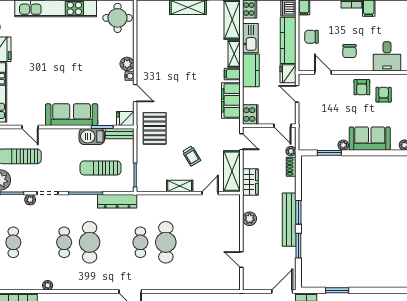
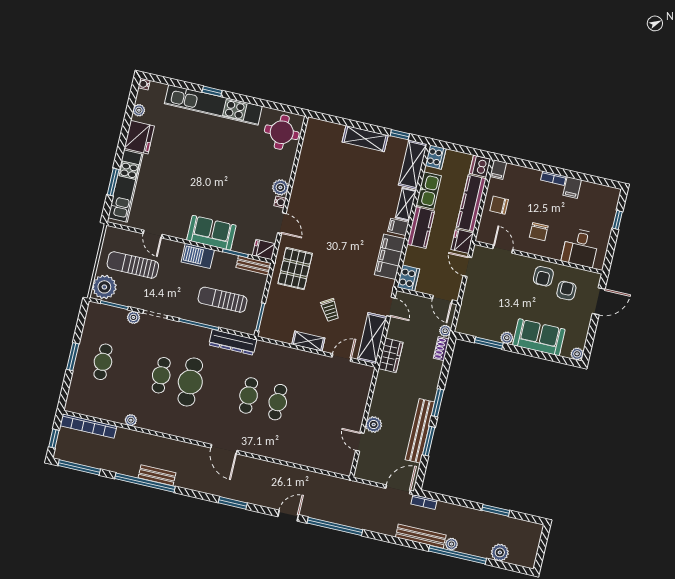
sofa: (72, 115) -> (211, 233), width x0.73
barbecue: (92, 136) -> (198, 256), moved
plant: (250, 219) -> (374, 425), moved
bench: (289, 220) -> (420, 431), moved
cafe table: (166, 242) -> (278, 402), width x0.73, depth x0.74
window: (337, 290) -> (496, 510), moved

